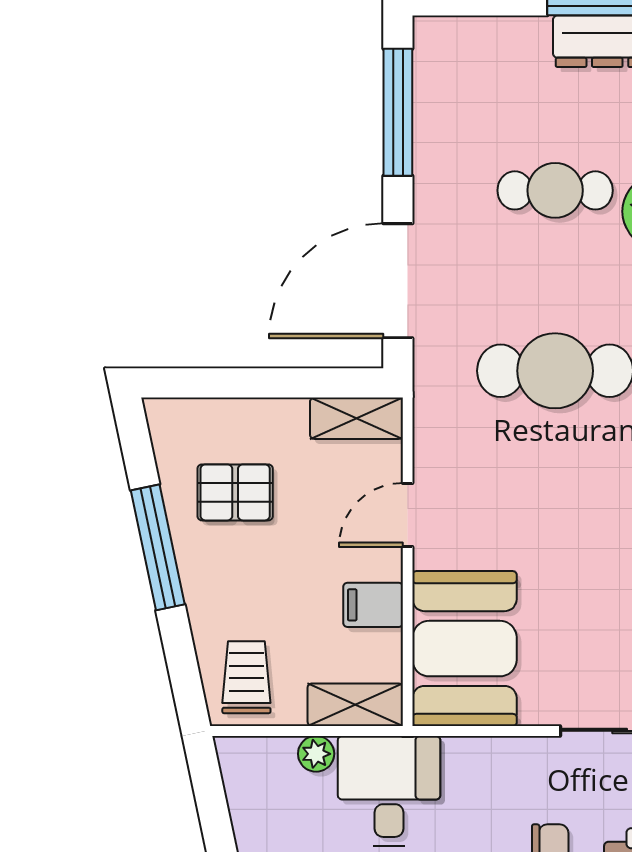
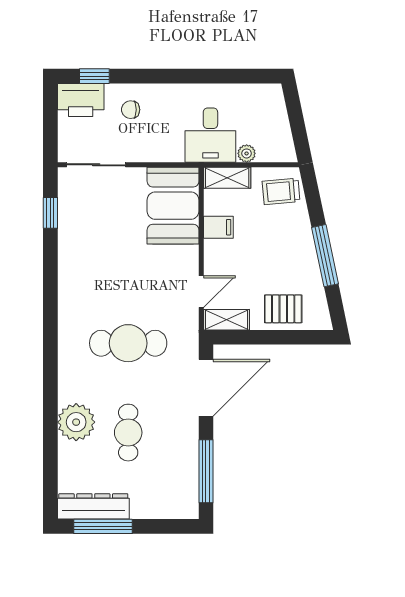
cafe table: (555, 190) -> (128, 433), turned 90
pallet: (235, 492) -> (283, 309), moved
door: (408, 515) -> (201, 292), moved
trolley: (246, 677) -> (281, 191), turned 85

